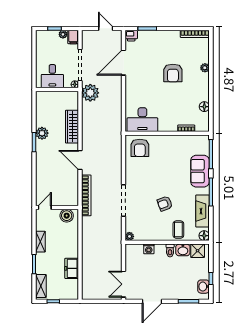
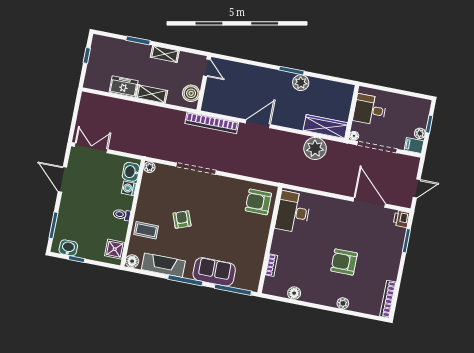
plant: (90, 93) -> (315, 148), moved
wardrobe: (72, 127) -> (325, 127), moved
washbasin: (183, 250) -> (131, 172), moved
shelving: (41, 286) -> (152, 94), moved

